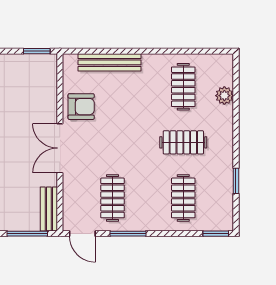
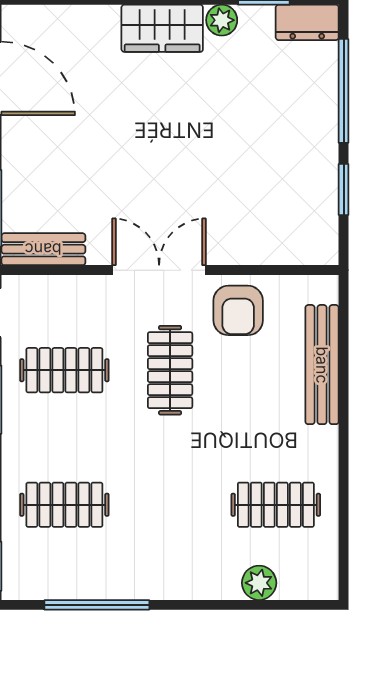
window: (37, 51) -> (344, 190), moved
clothes rail: (183, 142) -> (170, 370), moved
window: (236, 181) -> (97, 605), width x2.17

